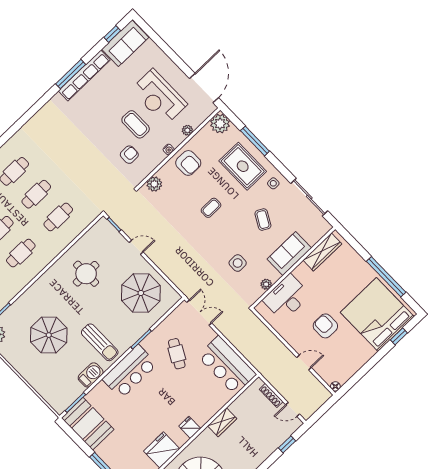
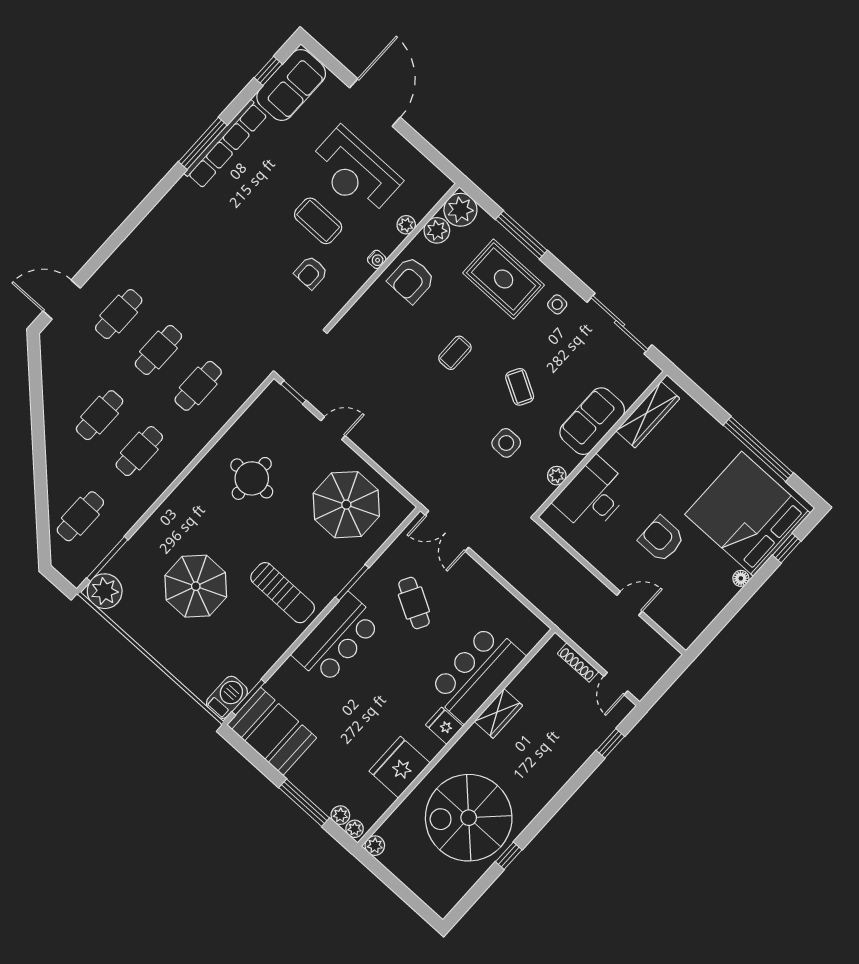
door: (204, 88) -> (375, 103), moved
armchair: (129, 155) -> (311, 273), turned 180
armchair: (188, 163) -> (411, 280), turned 90
plant: (154, 184) -> (437, 230), moved
coffee table: (263, 220) -> (520, 387), moved
double door: (199, 313) -> (447, 531), swing flipped
bar counter: (227, 365) -> (476, 673), moved, turned 90
barbecue: (91, 375) -> (227, 697), moved
floor lamp: (335, 386) -> (741, 578), moved
door: (293, 409) -> (616, 684), hinge flipped

